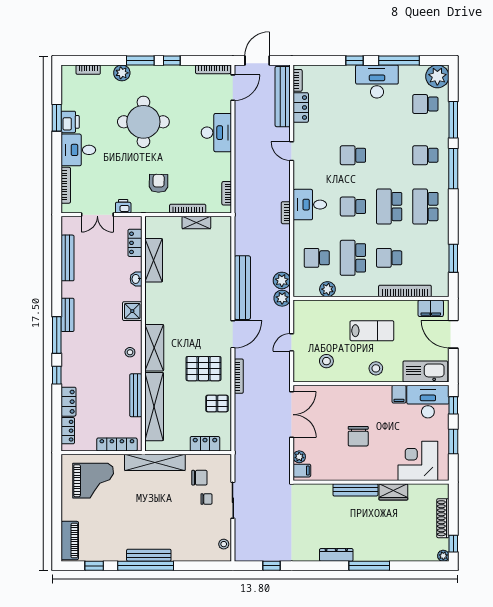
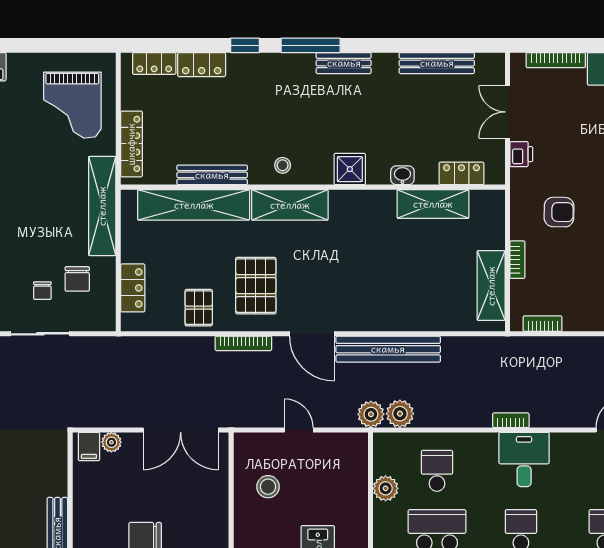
bookcase: (188, 209) -> (517, 260), width x0.64
shelving: (196, 223) -> (491, 286), width x1.50, depth x1.33

